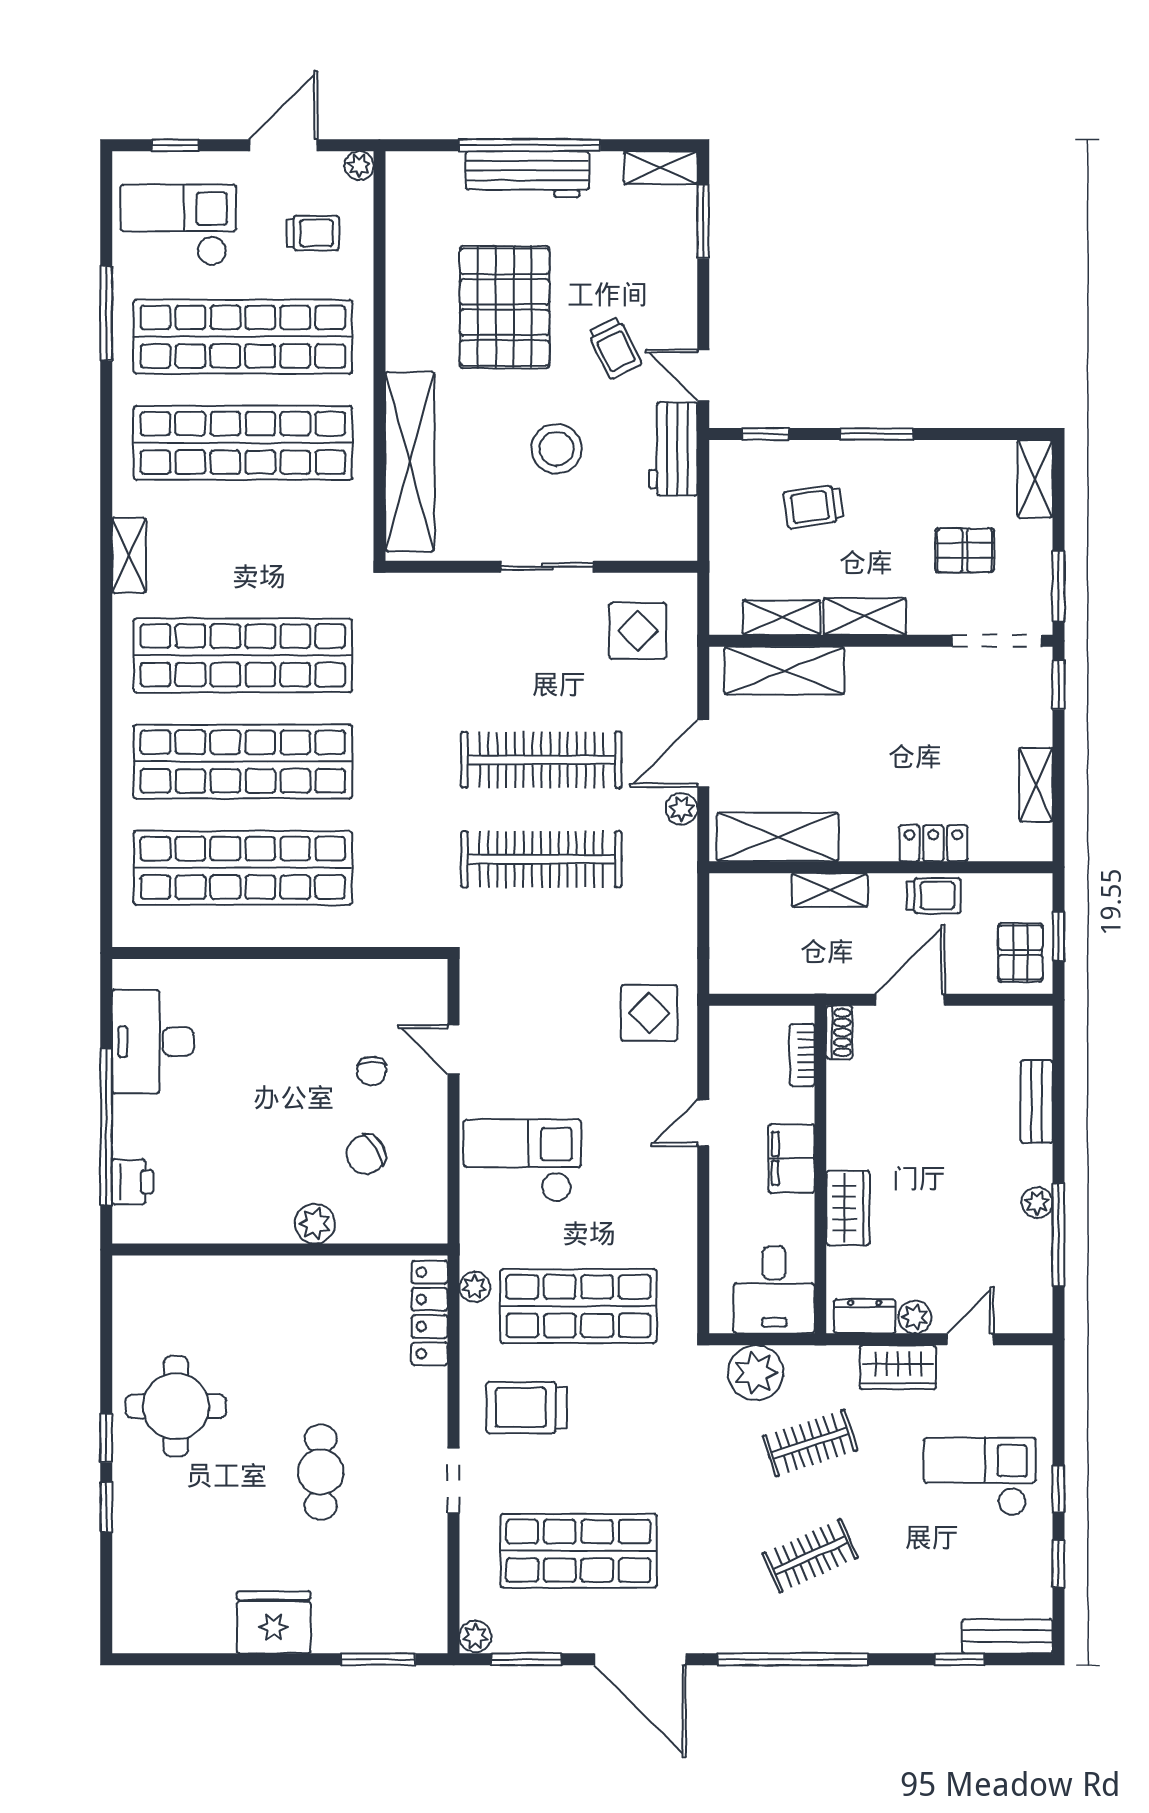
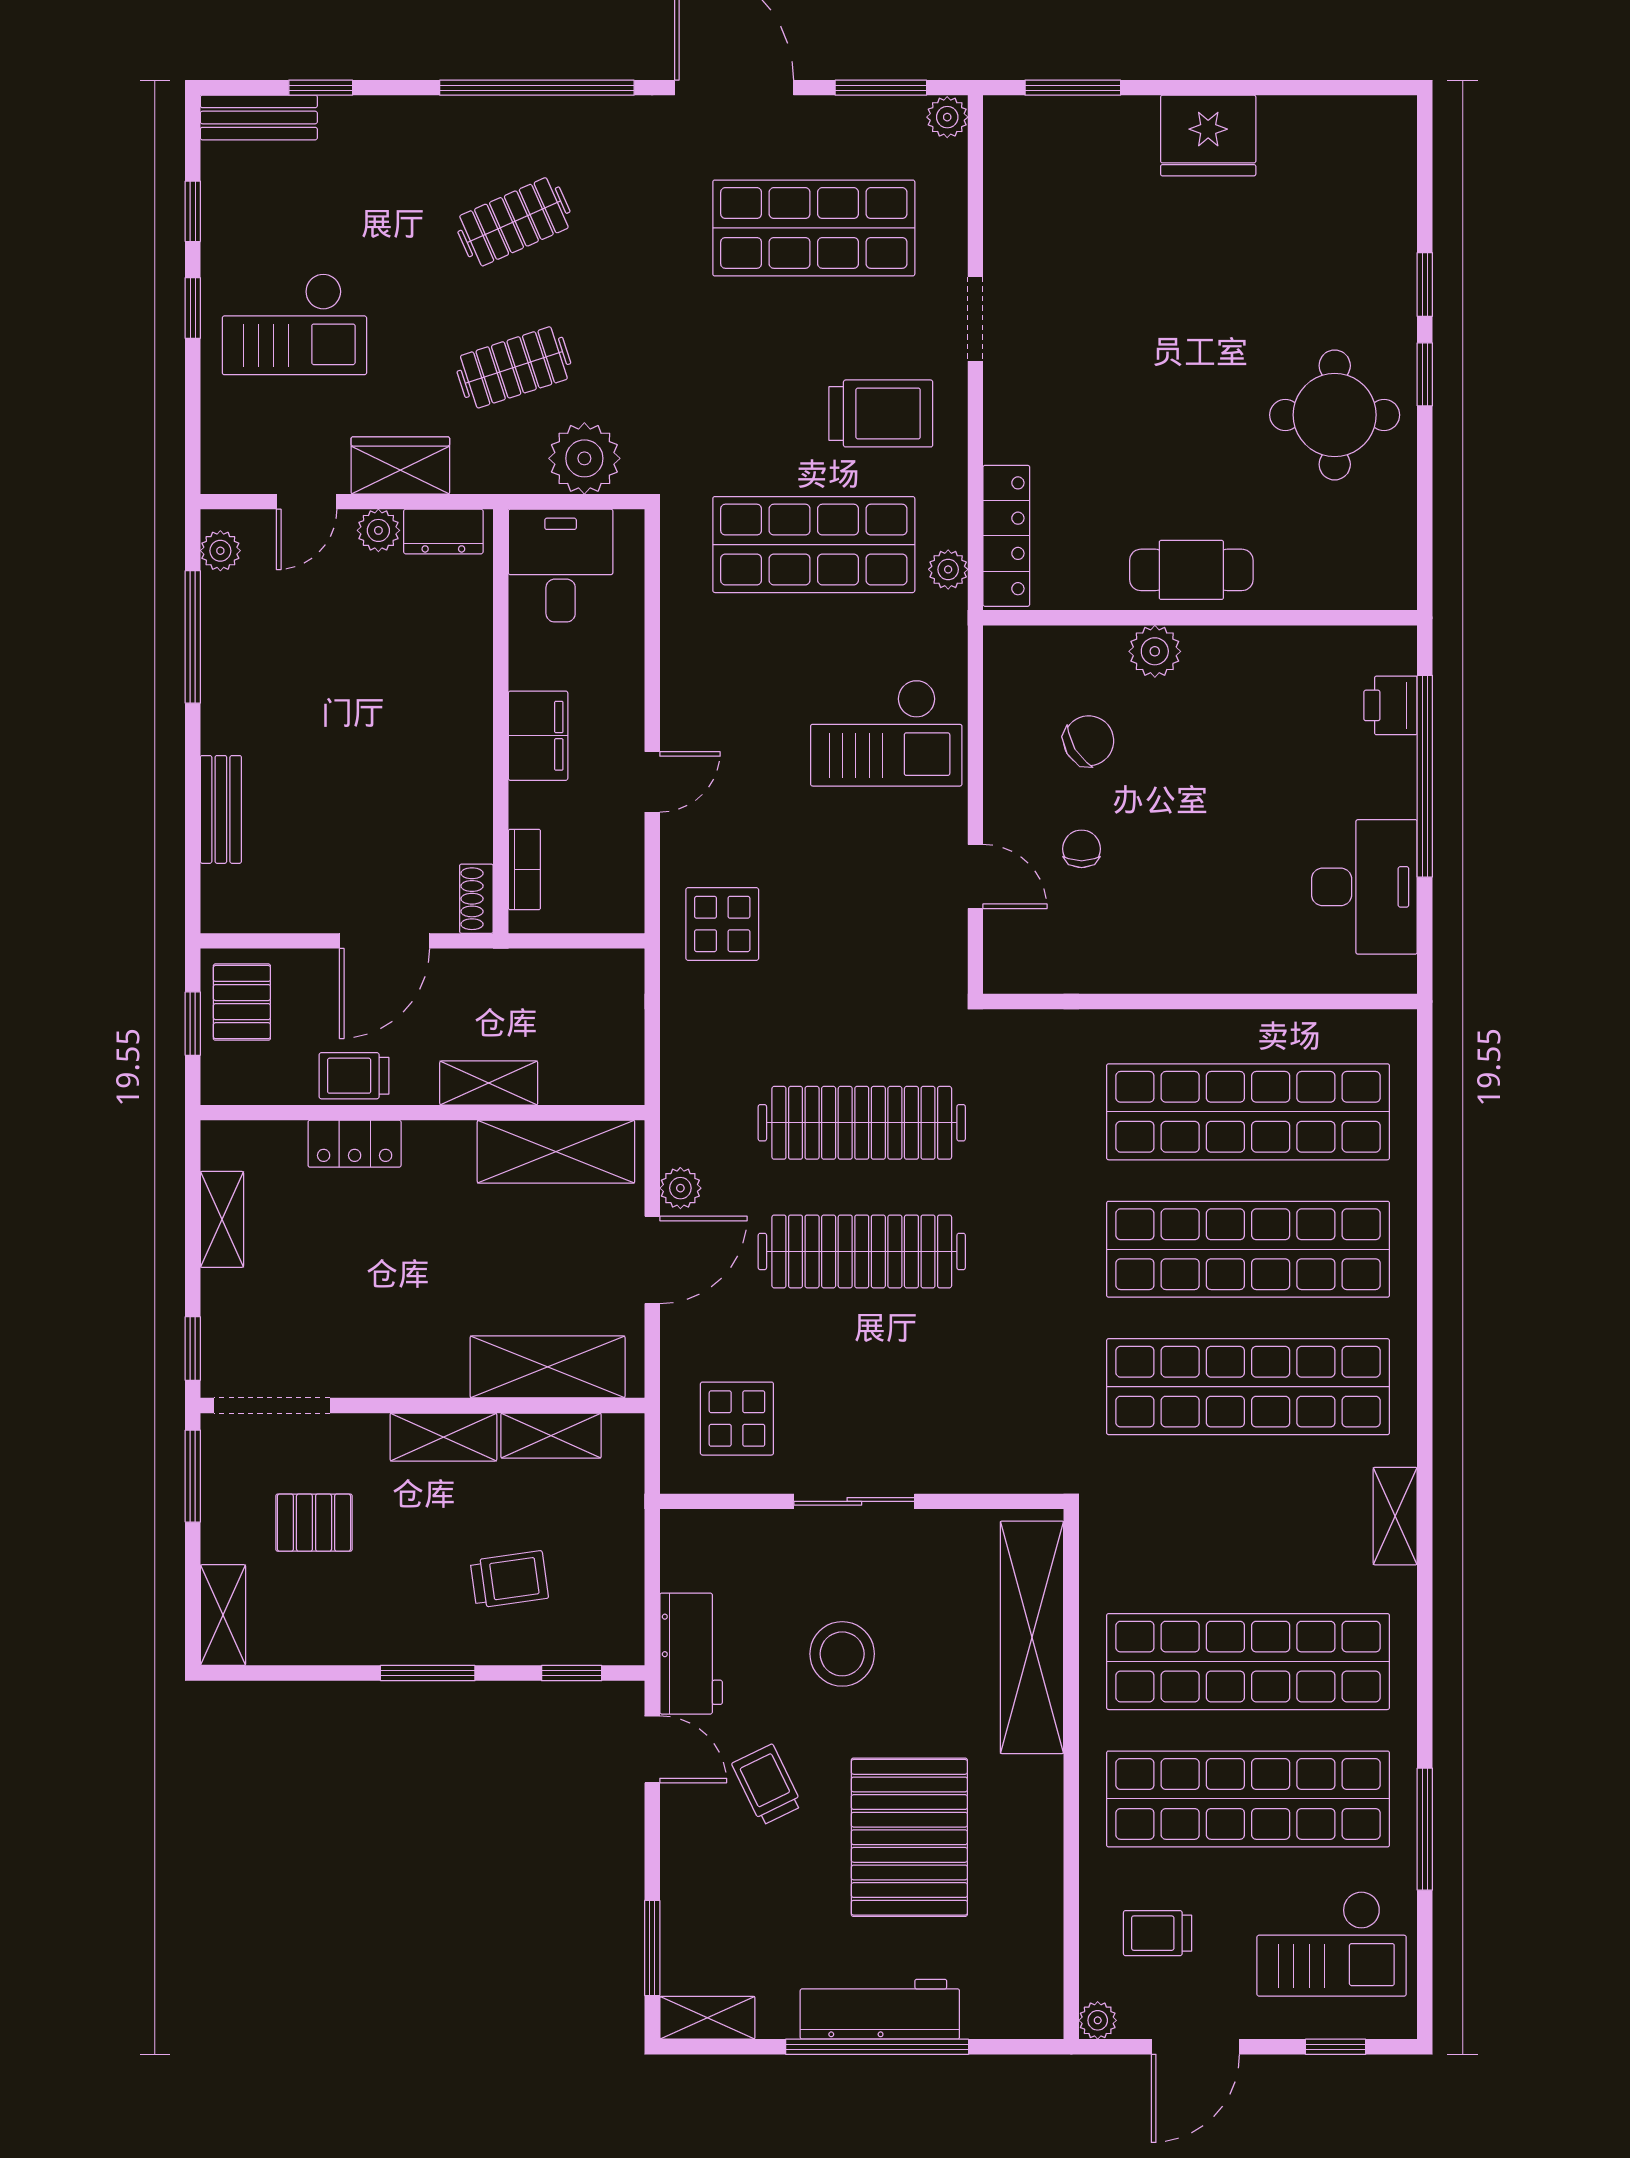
plant: (1037, 1203) -> (220, 551), moved
wardrobe: (848, 1208) -> (465, 672), removed
cafe table: (321, 1472) -> (1191, 570), moved, turned 90

